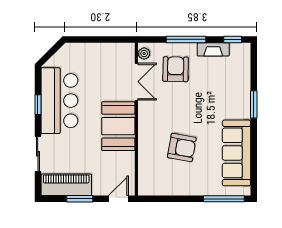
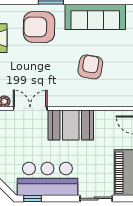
armchair: (176, 69) -> (39, 27), moved, width x1.36, depth x1.36
window: (38, 105) -> (33, 198), moved

